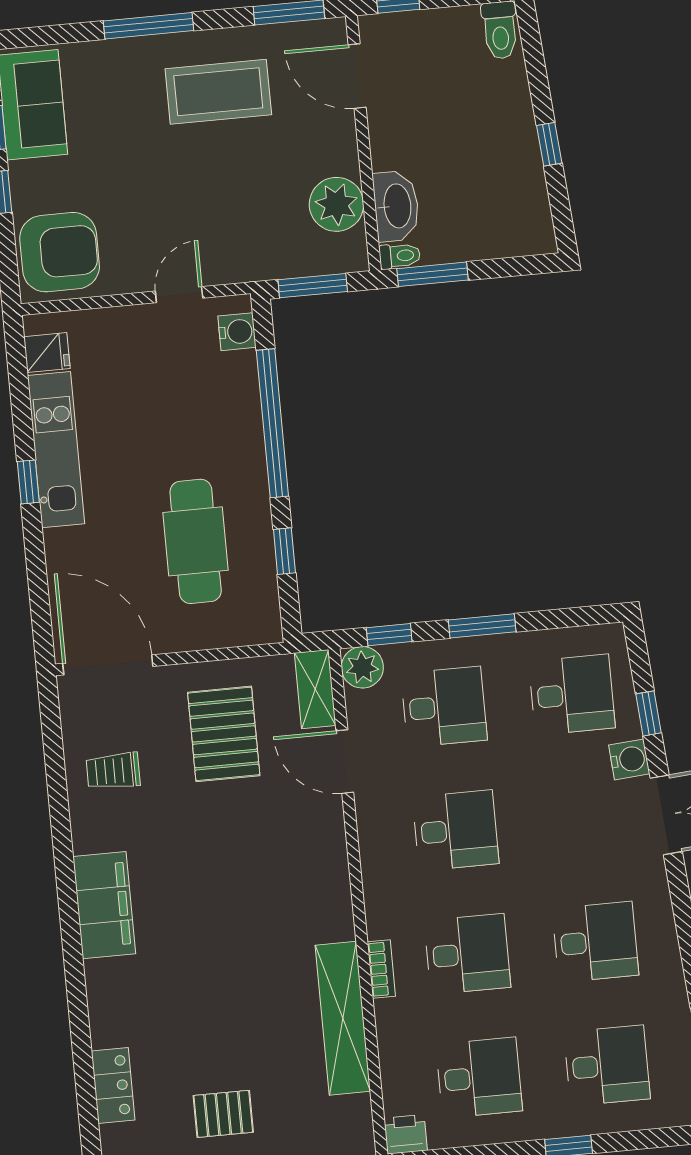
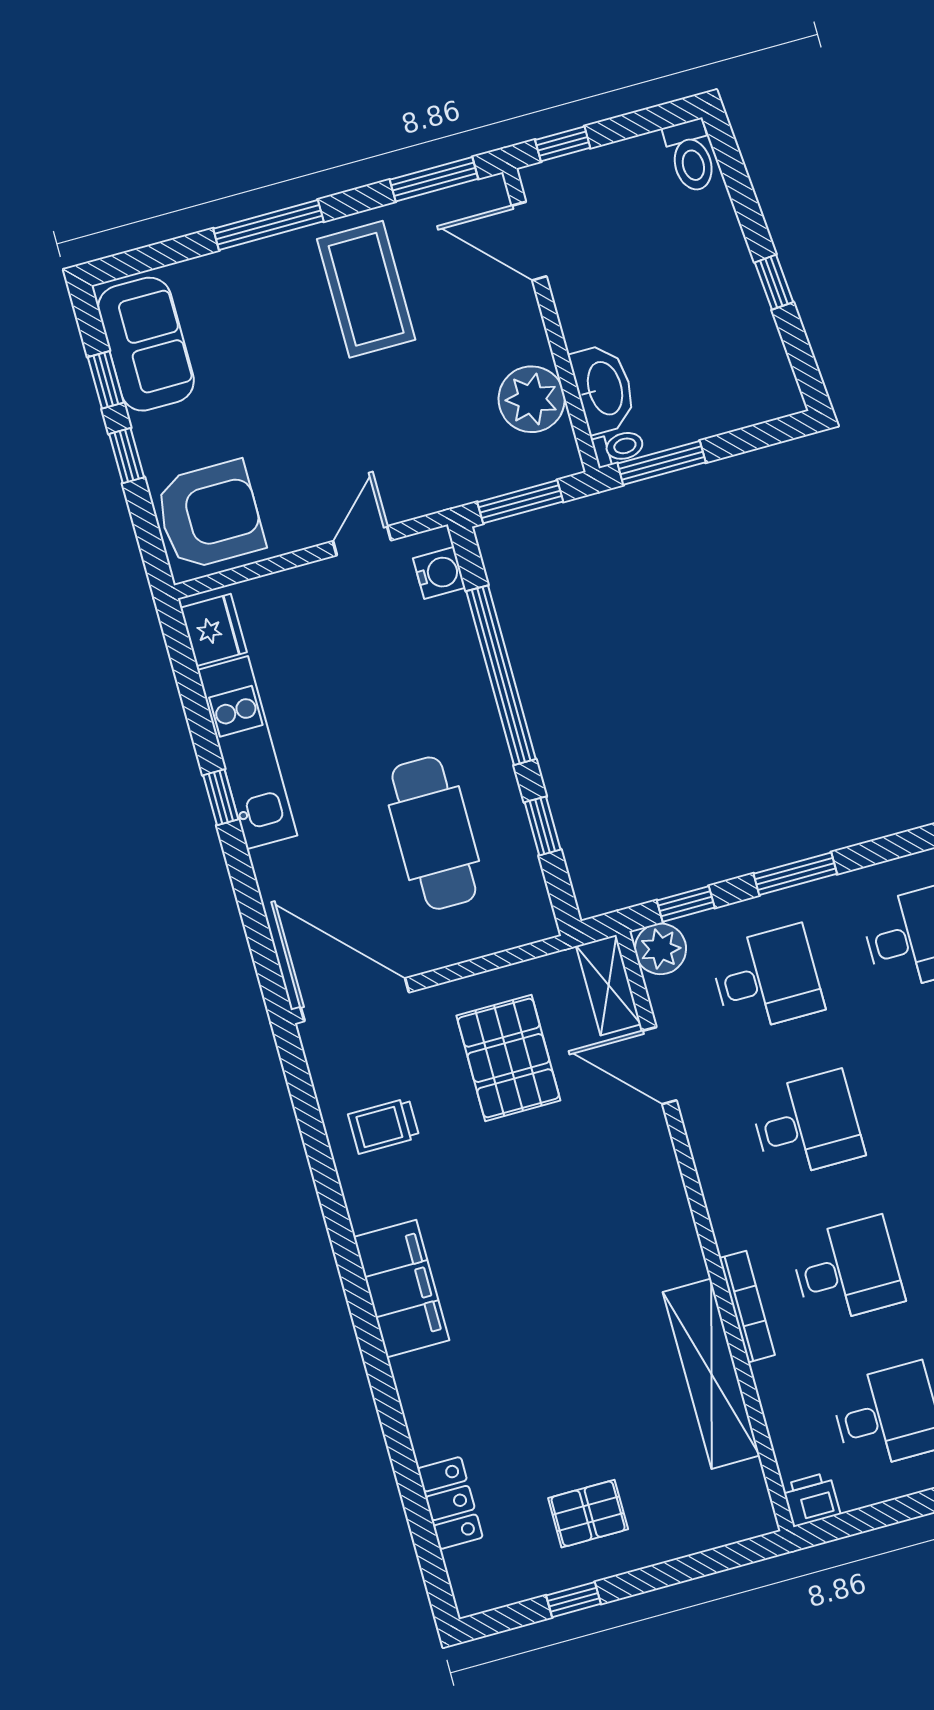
coffee table: (218, 92) -> (366, 289), turned 90
fridge: (47, 353) -> (213, 630), width x1.38
bookcase: (381, 969) -> (747, 1307), width x1.56

